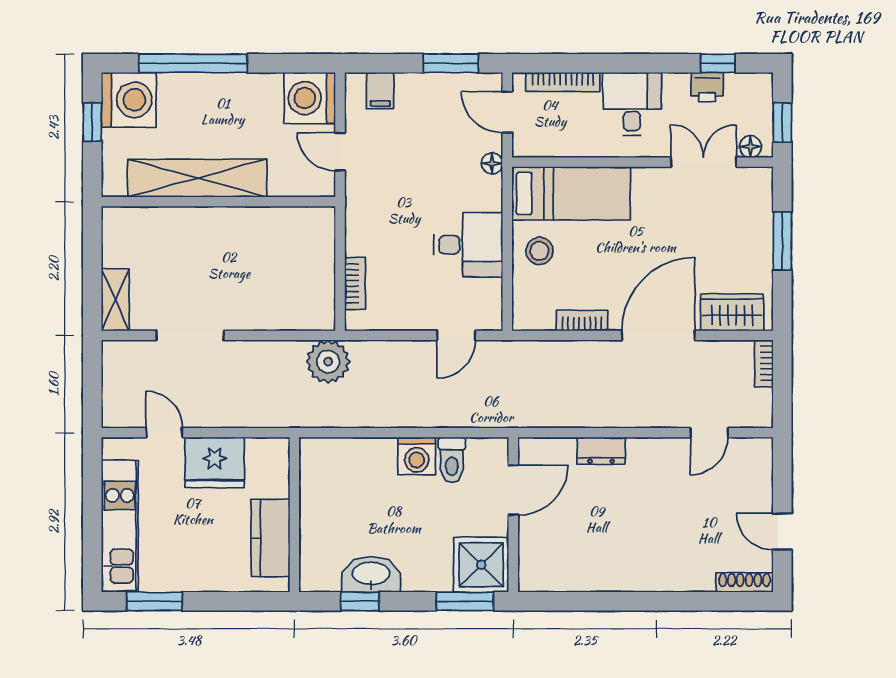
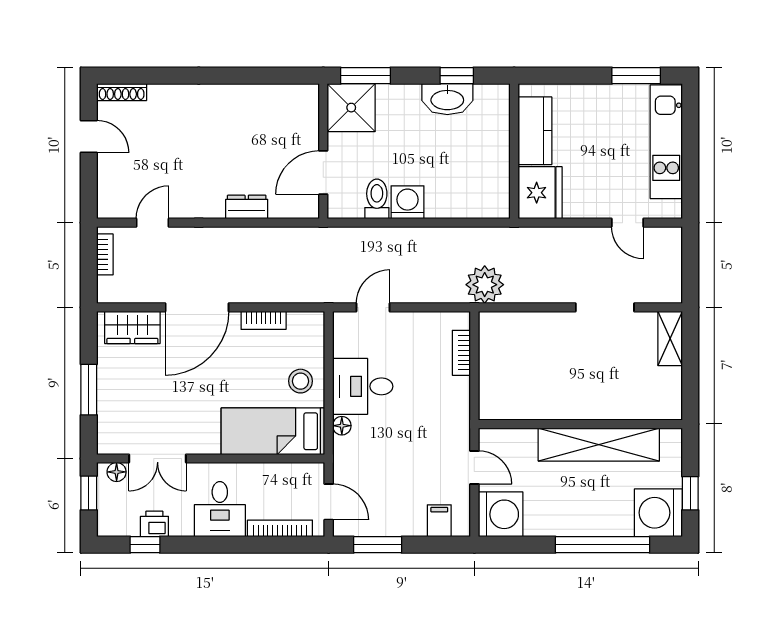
floor lamp: (492, 163) -> (342, 426), moved
bookcase: (764, 363) -> (105, 254), moved
fridge: (215, 462) -> (540, 193), moved, turned 90

